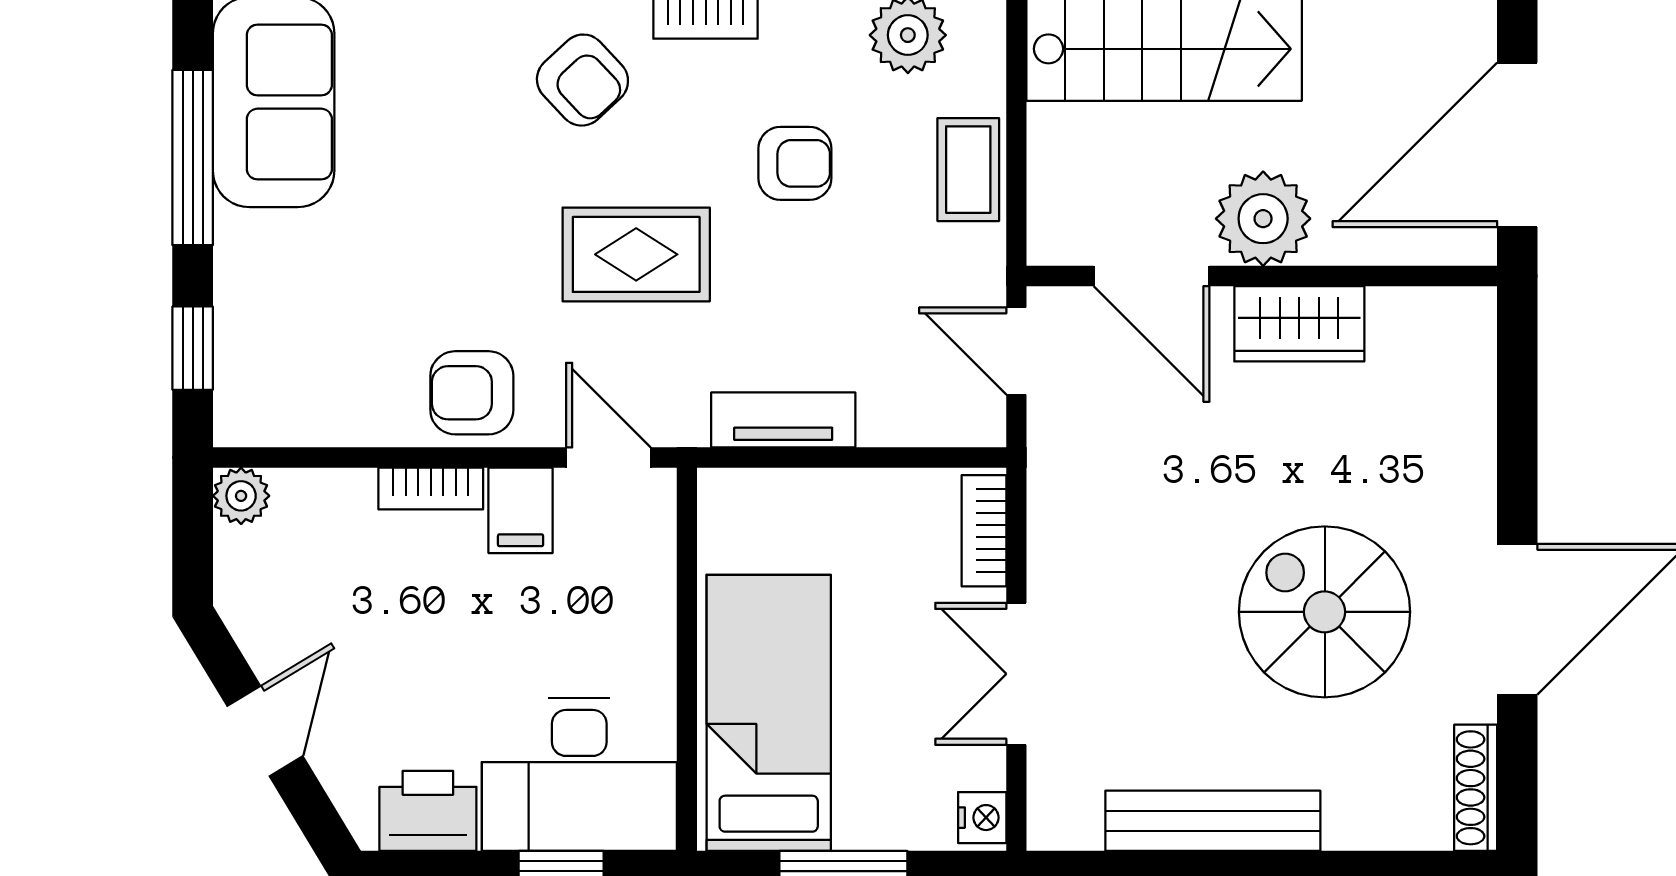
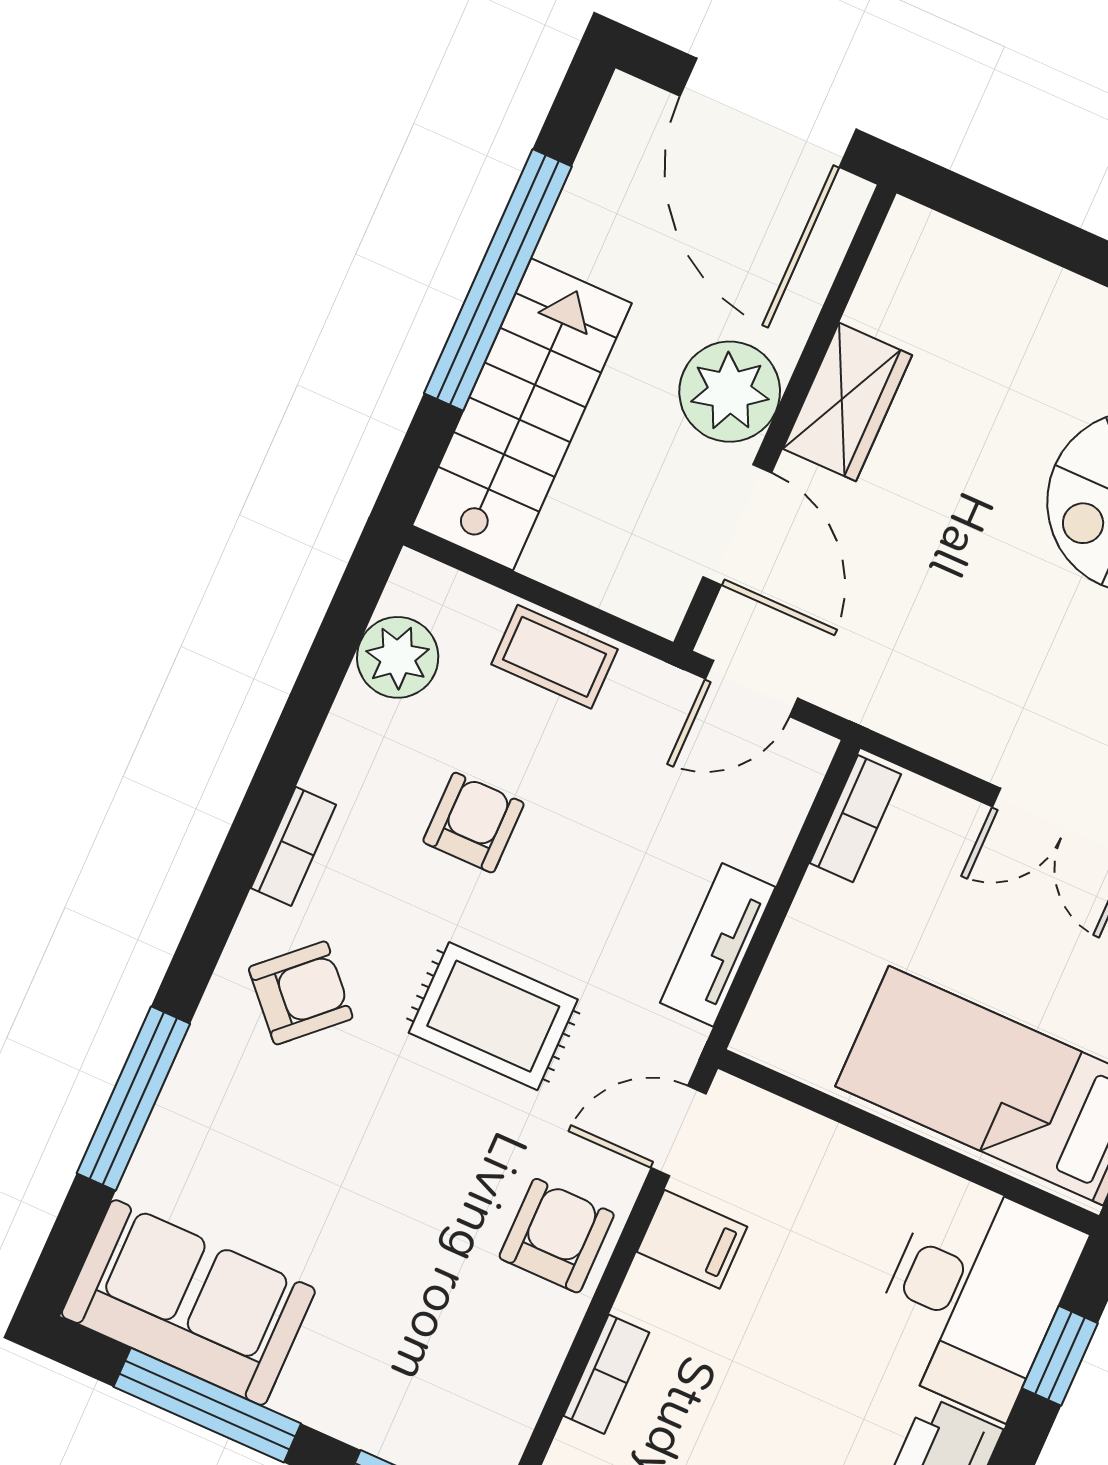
rug: (636, 254) -> (493, 1016), turned 90
door: (1152, 276) -> (737, 525), hinge flipped
armchair: (472, 393) -> (557, 1236), turned 180
bookcase: (431, 489) -> (606, 1374), moved
bookcase: (984, 531) -> (855, 819), moved, turned -90

